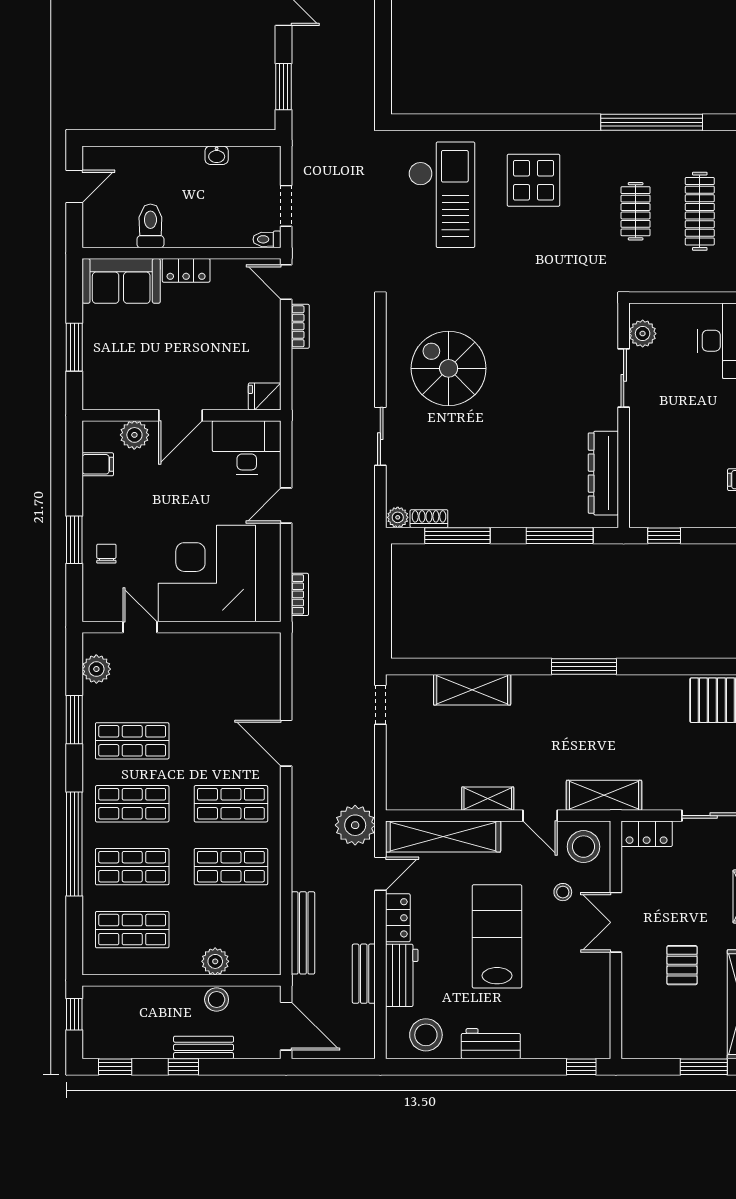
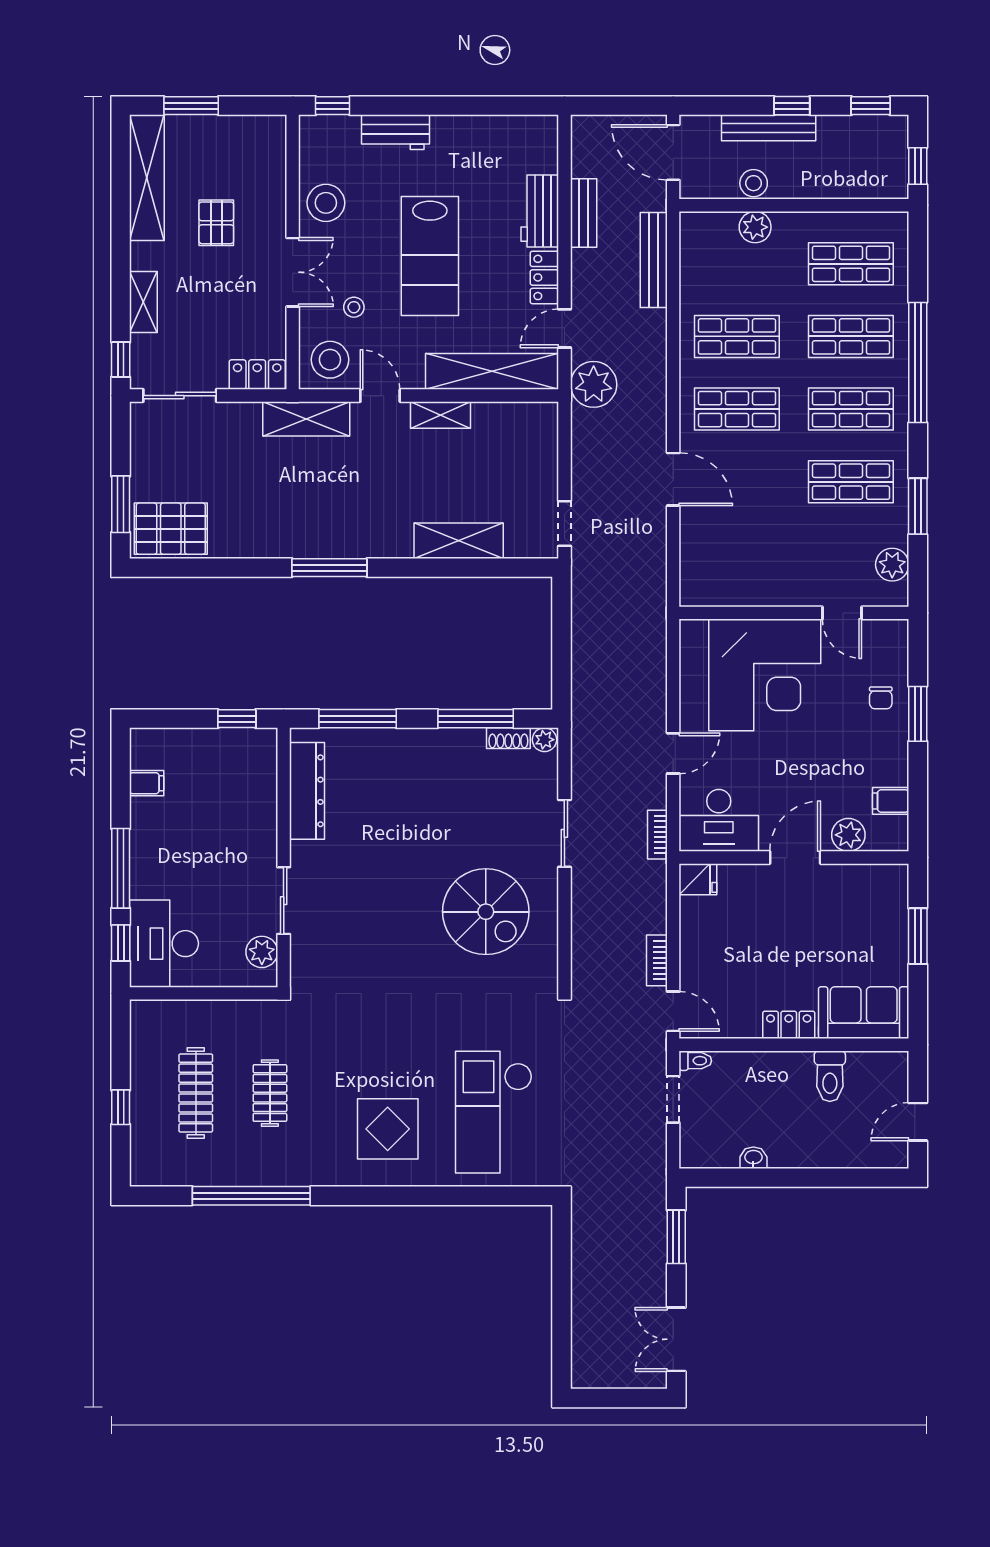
bookcase: (300, 594) -> (657, 835), moved
stool: (426, 1035) -> (326, 203), moved
workbench: (491, 1044) -> (395, 132), moved
bench: (204, 1047) -> (769, 128), width x1.36

